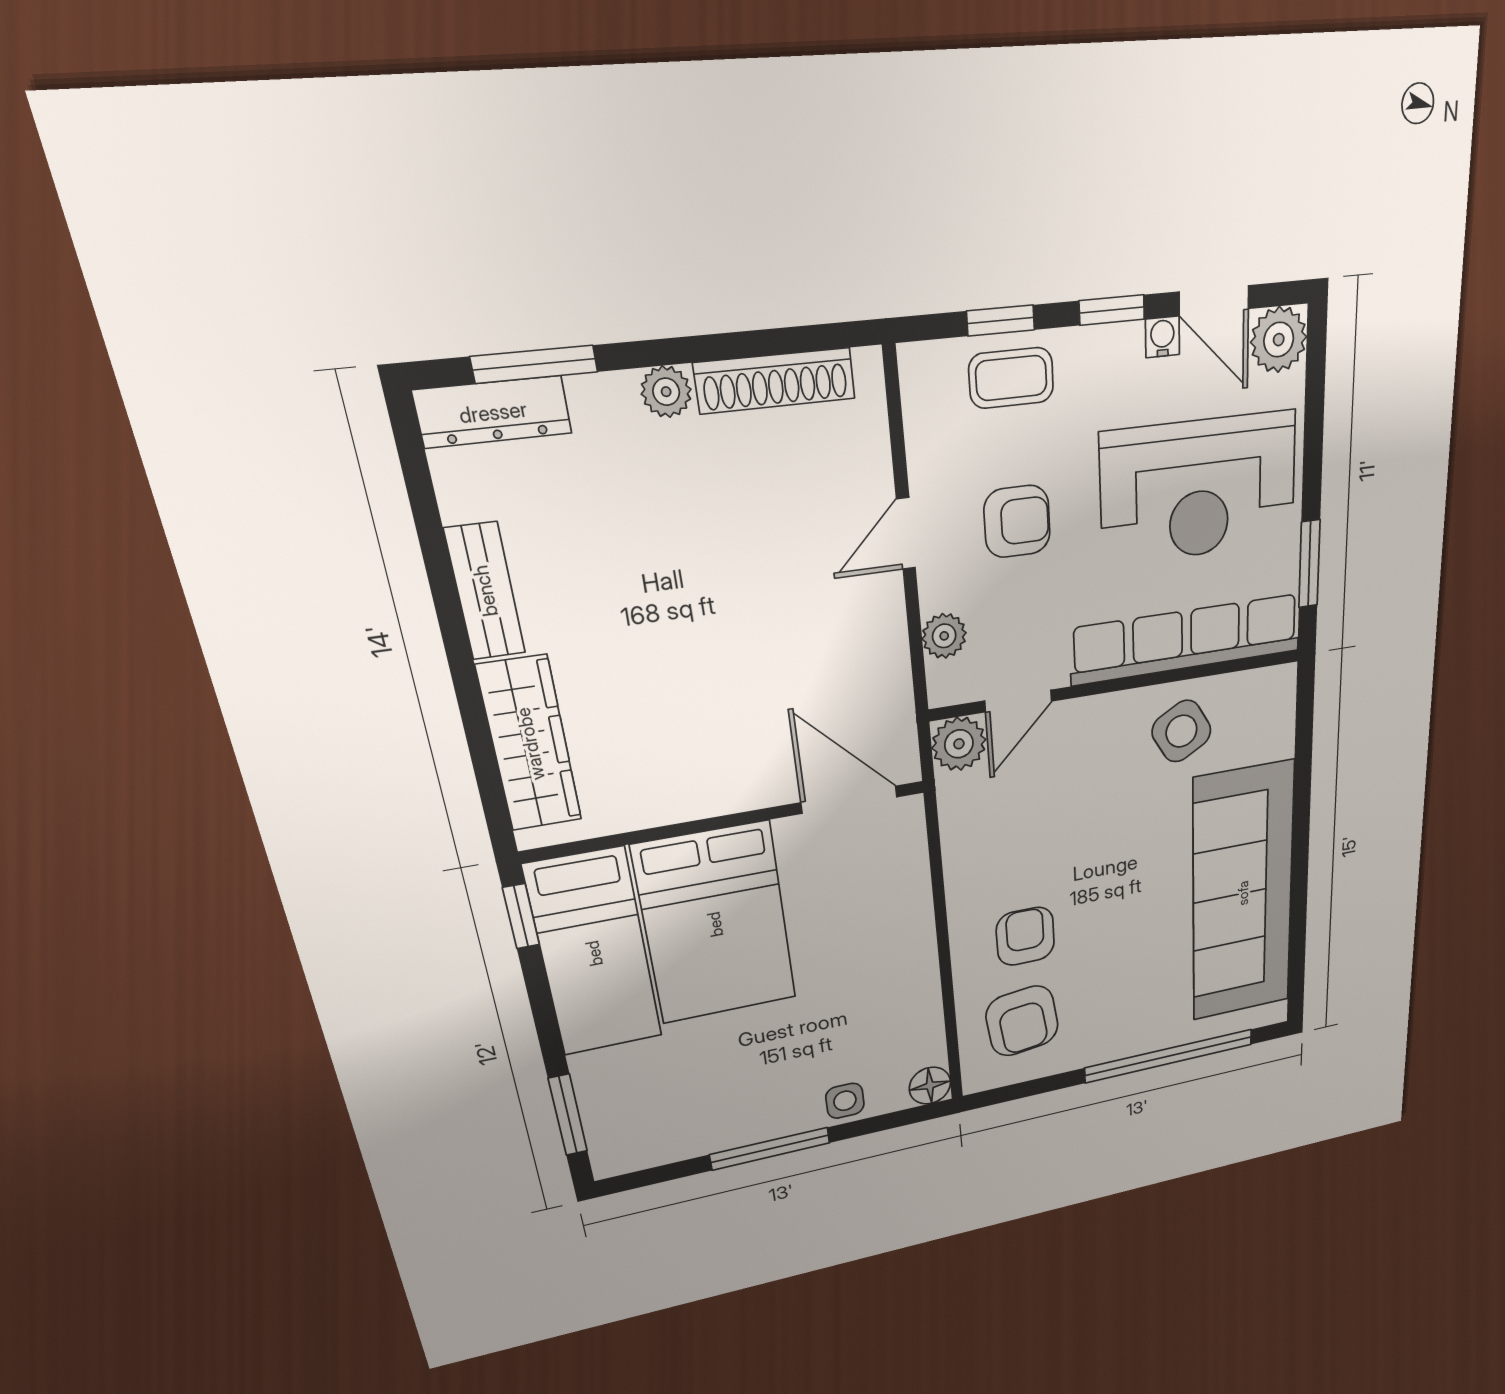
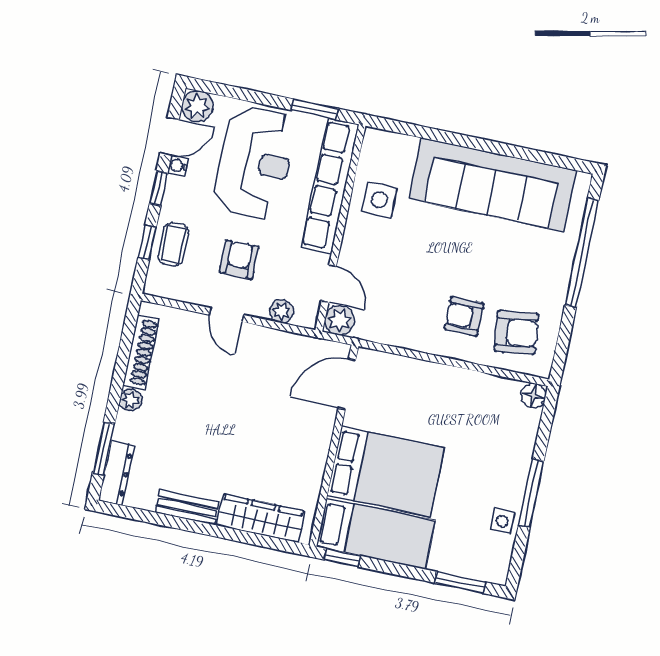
side table: (1181, 731) -> (380, 200), turned 30
side table: (845, 1101) -> (502, 521), moved

